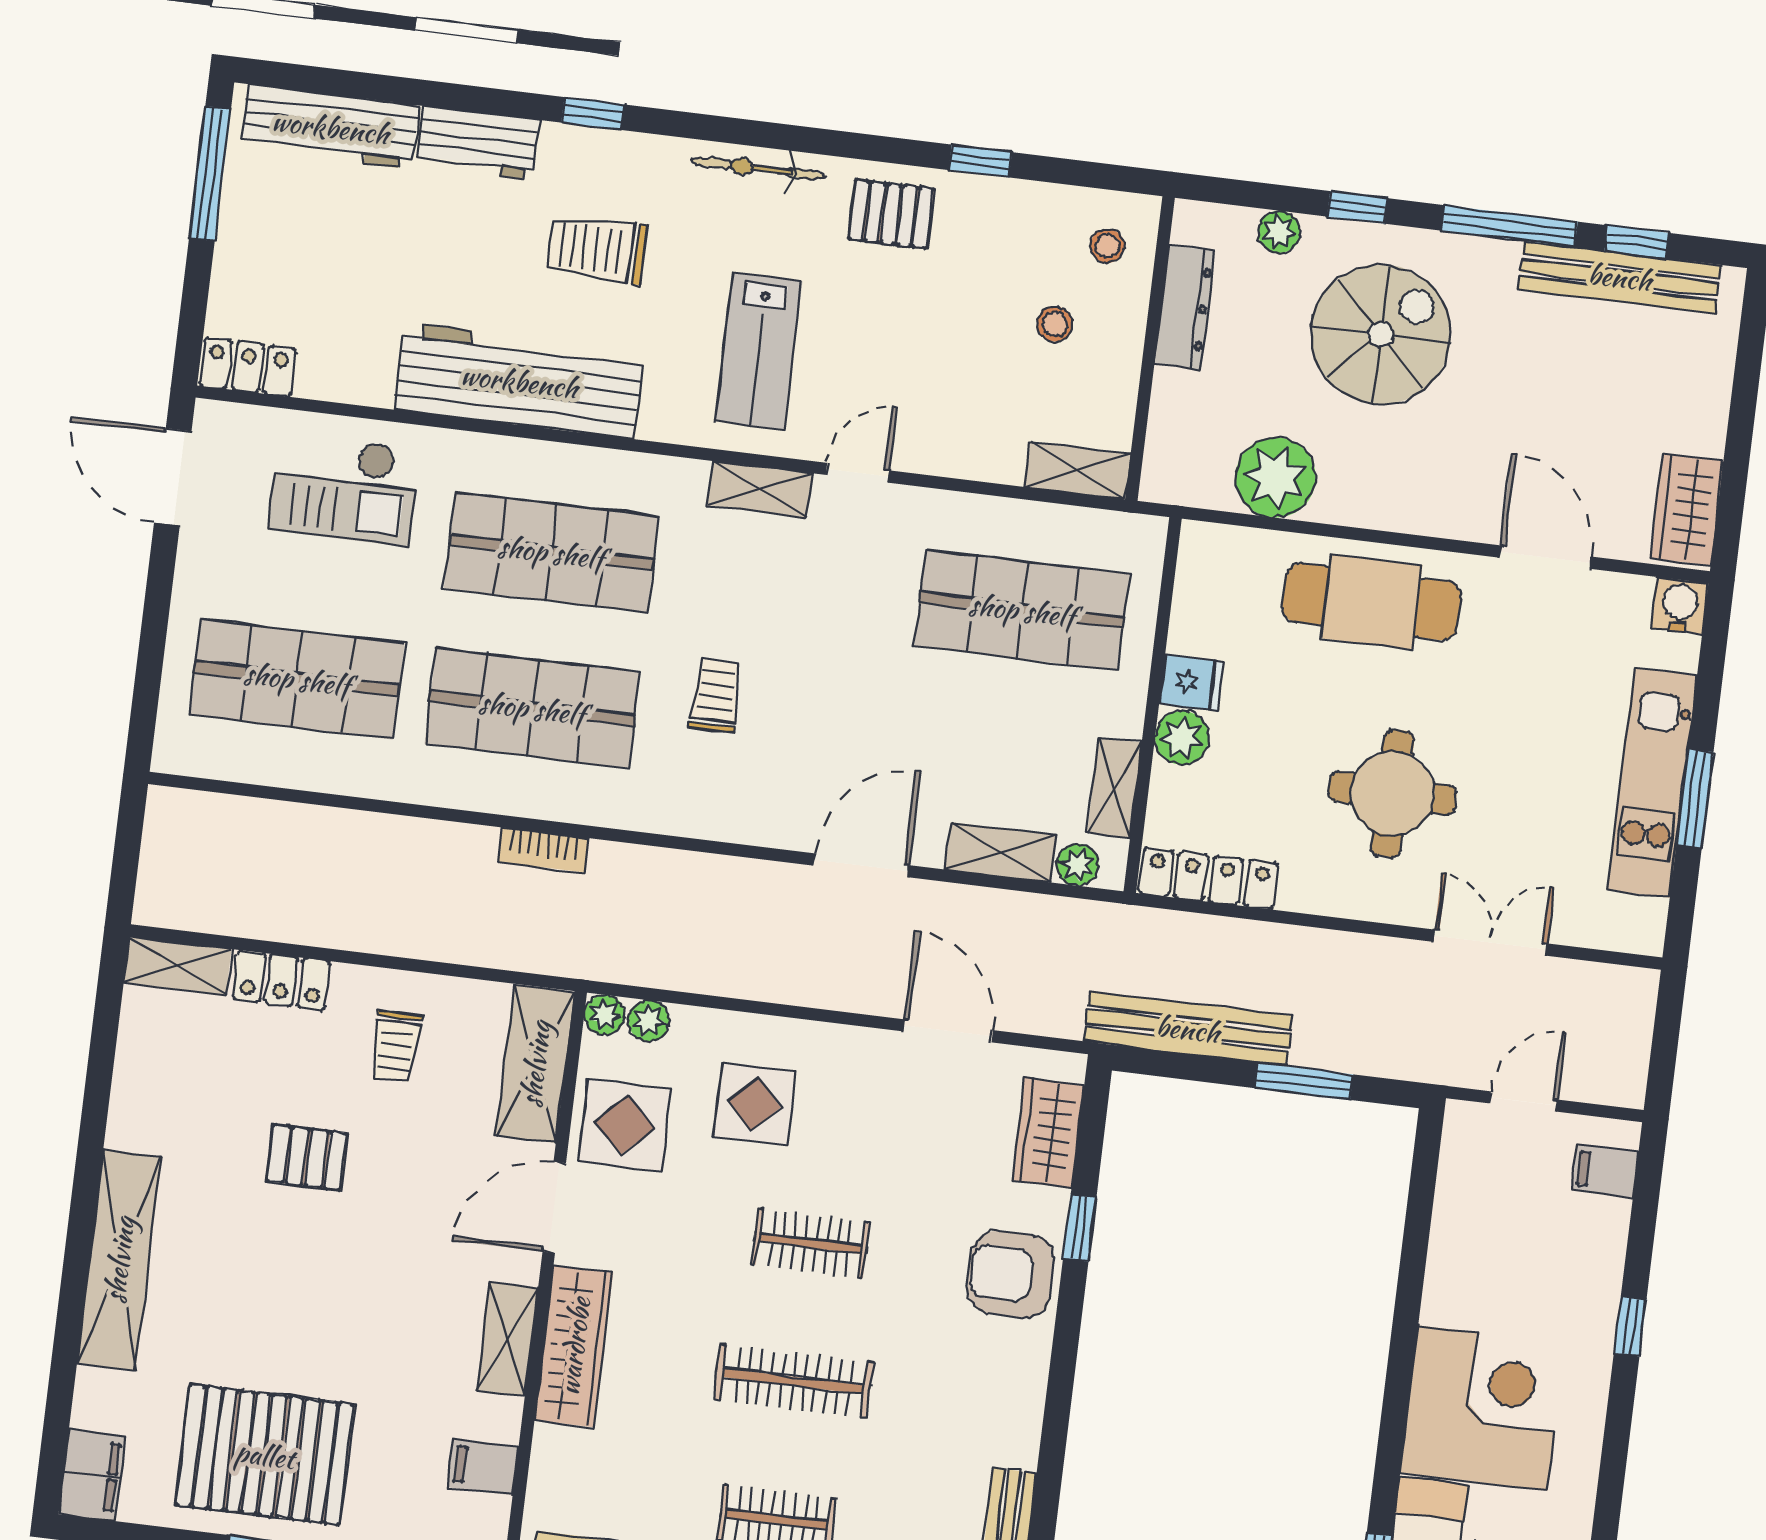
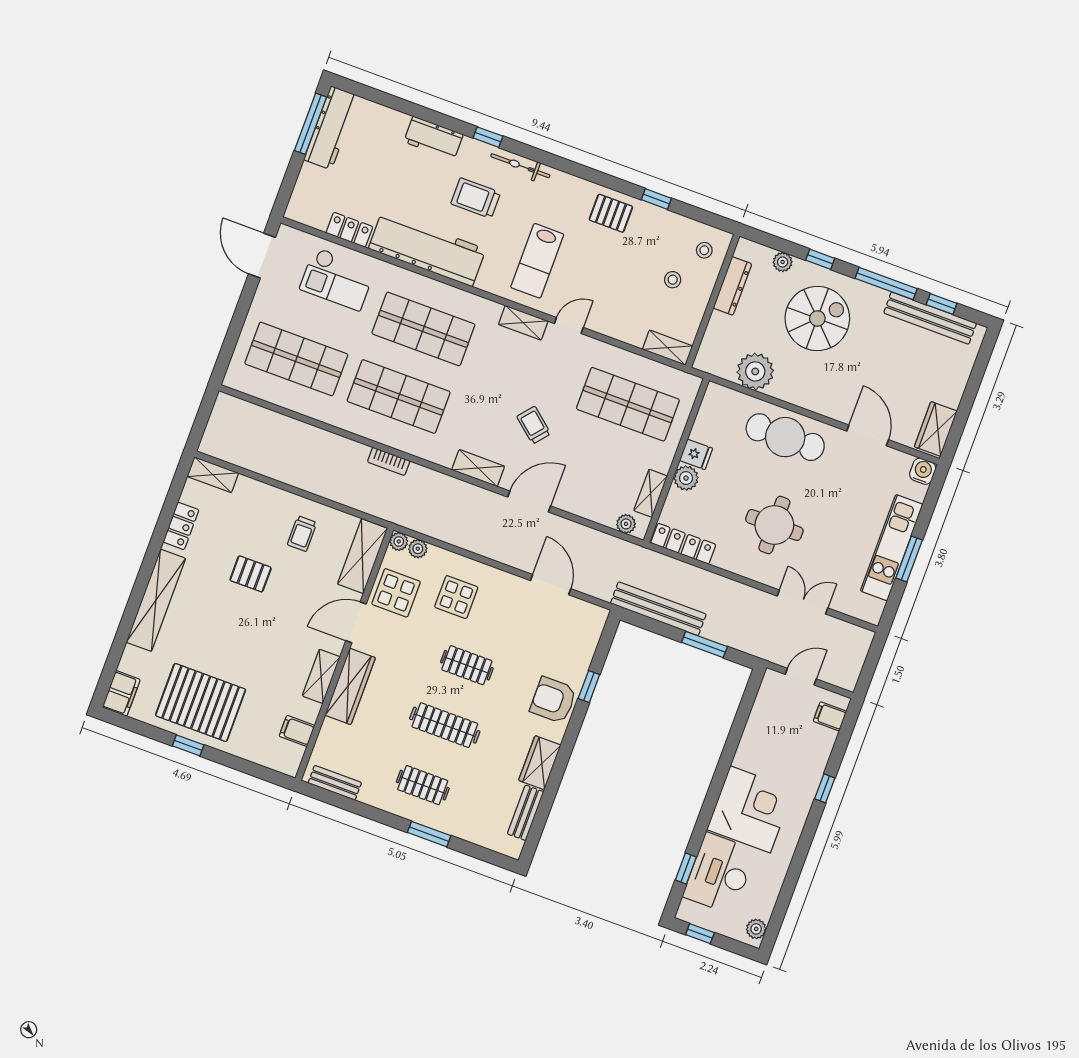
workbench: (330, 127) -> (331, 128), moved, turned -90
bicycle: (758, 168) -> (520, 166), moved
locker: (248, 367) -> (349, 230), moved
trolley: (716, 695) -> (534, 425), moved, turned -50
shelving: (1001, 852) -> (478, 468), moved
locker: (281, 980) -> (181, 526), moved, turned -90
wardrobe: (1048, 1133) -> (540, 763), moved

